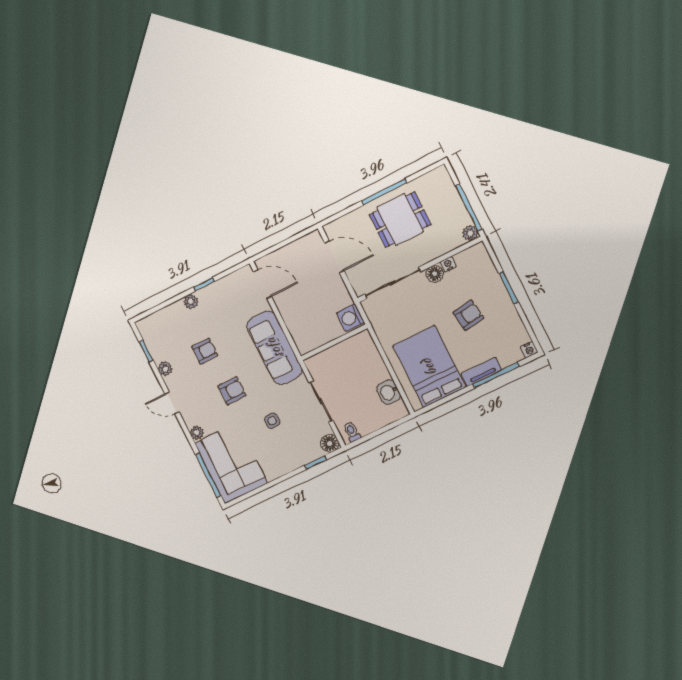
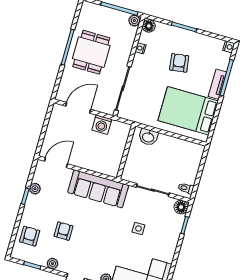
floor lamp: (435, 274) -> (149, 26), moved
plant: (191, 302) -> (35, 189), moved
washing machine: (350, 318) -> (102, 125), moved
armchair: (232, 391) -> (30, 236), moved
washbasin: (389, 392) -> (148, 137), moved

